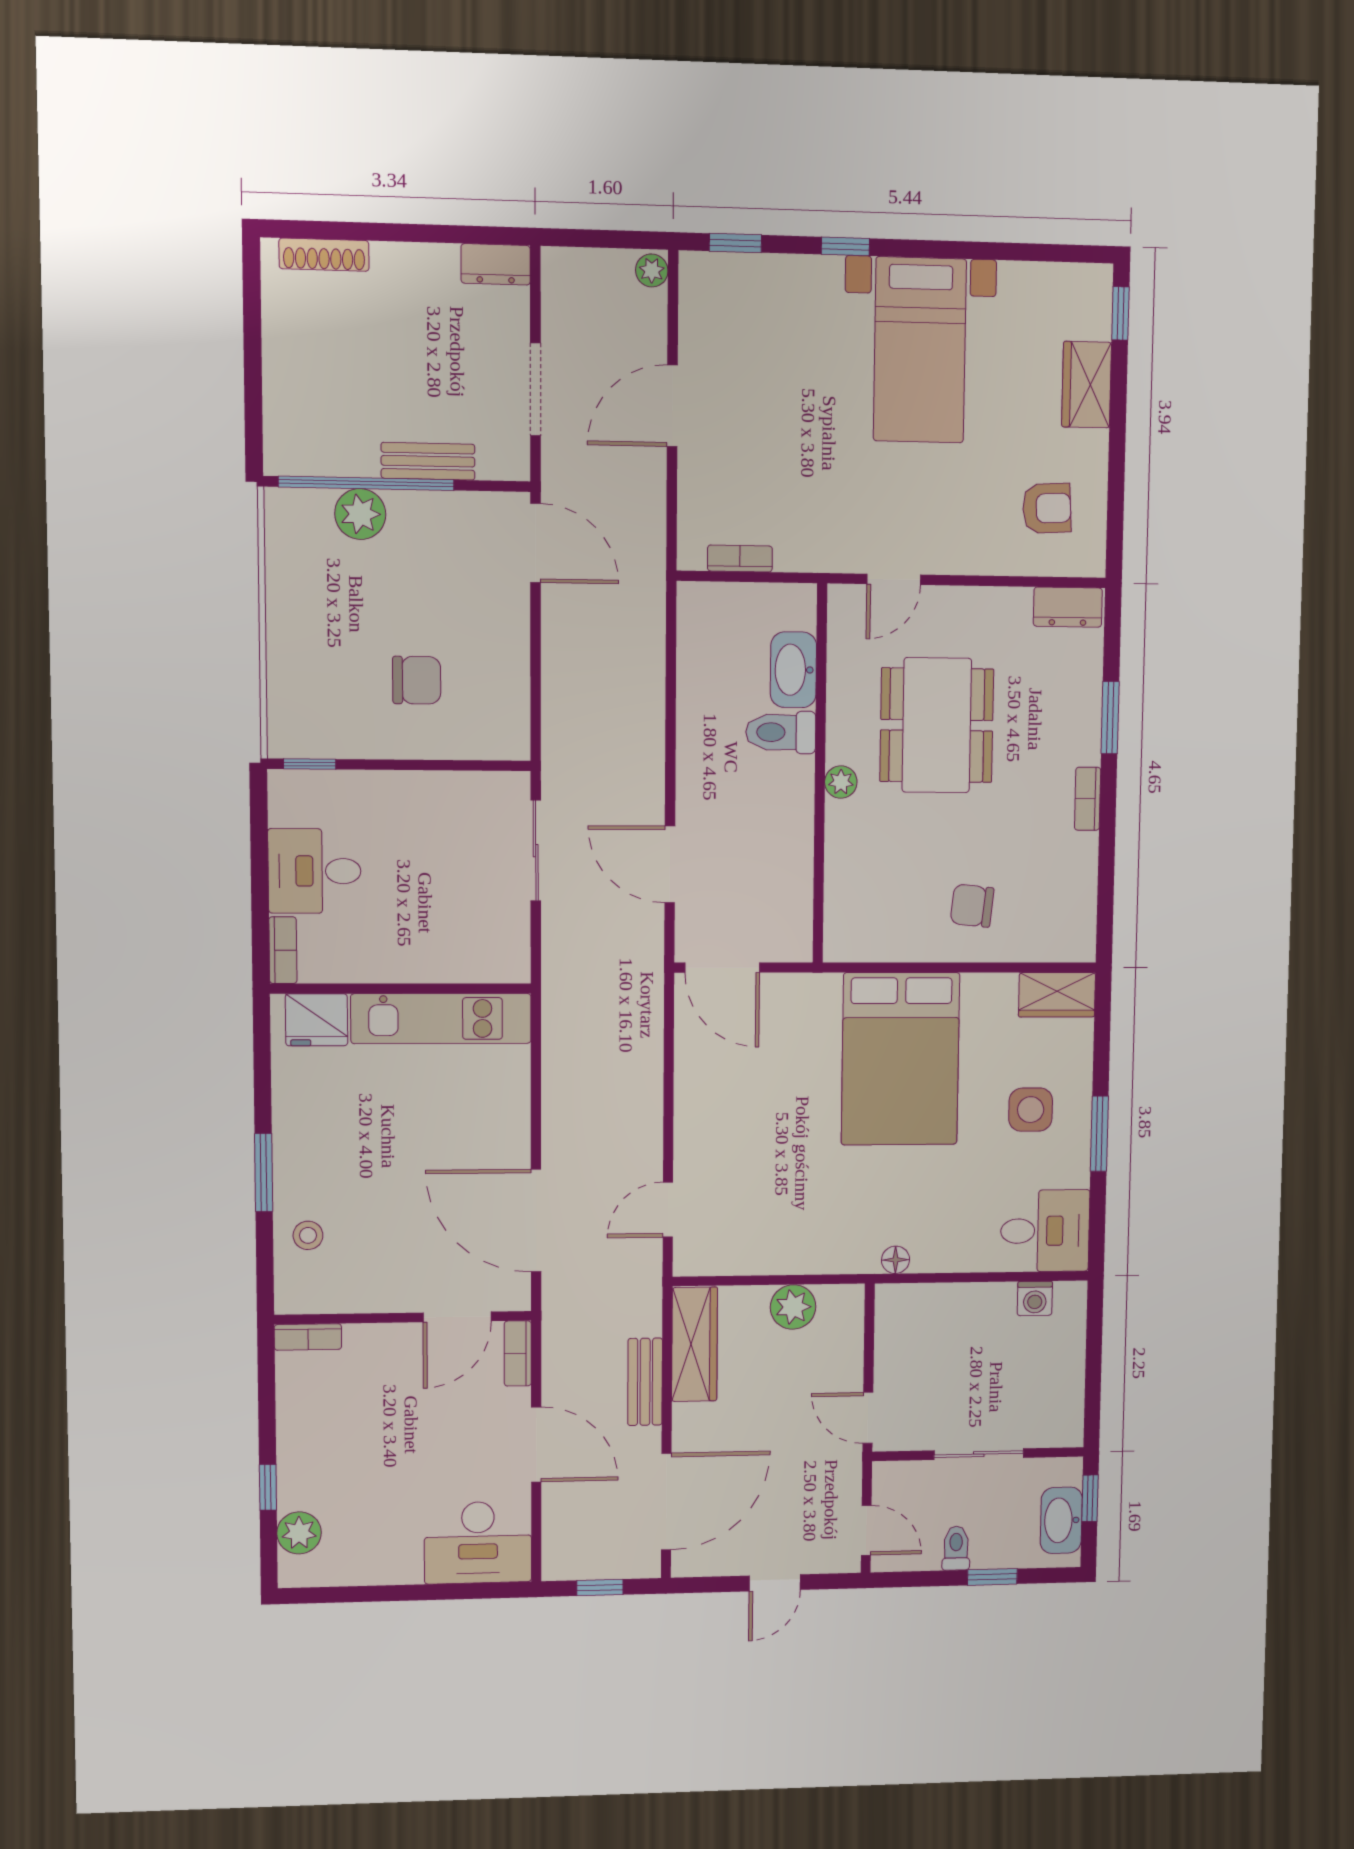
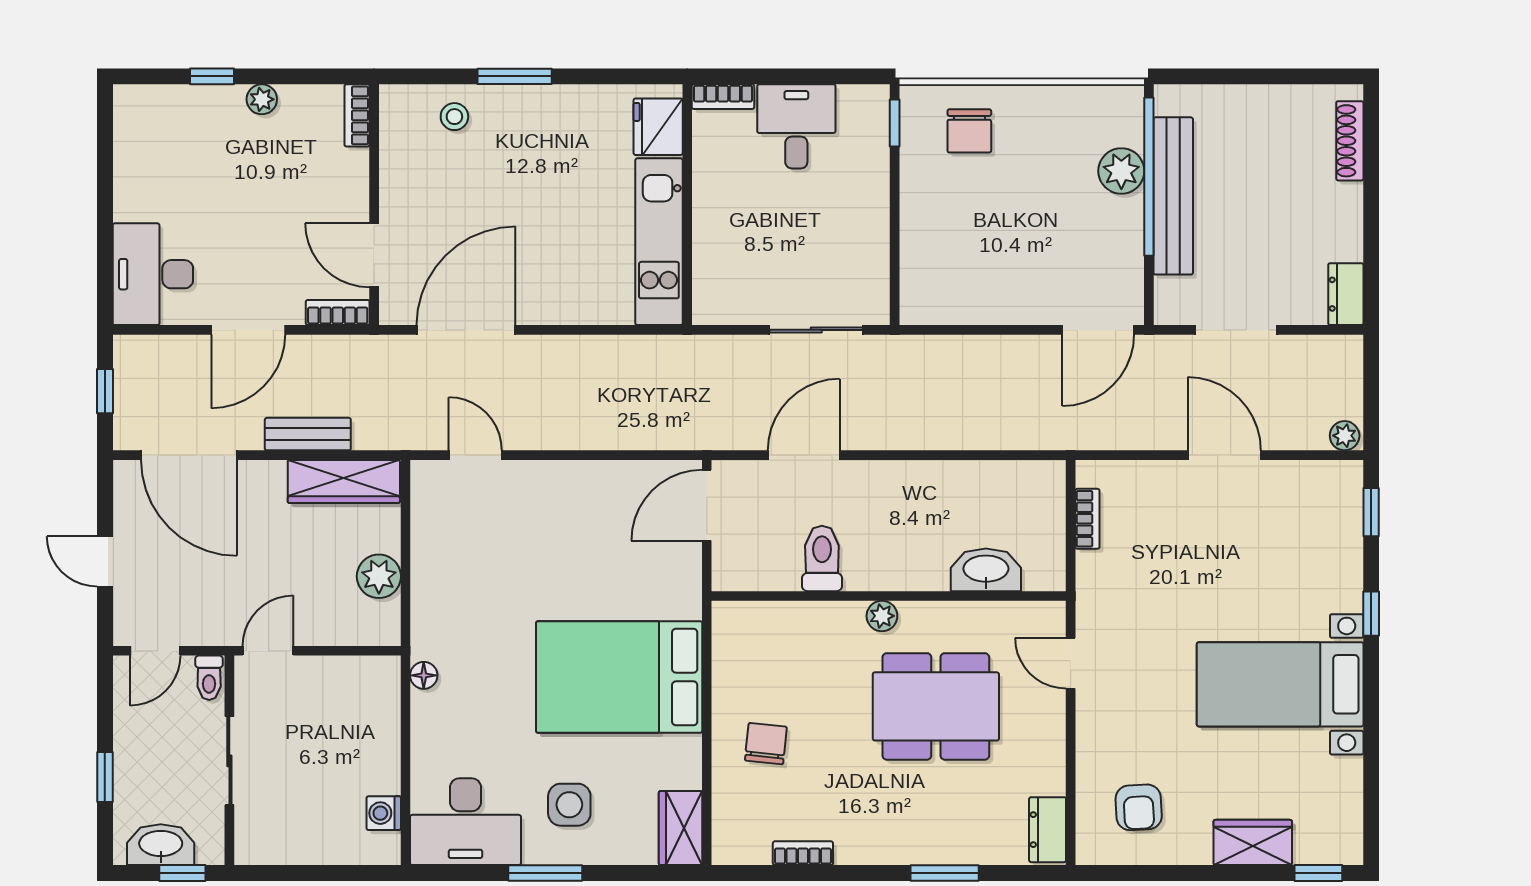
bench: (428, 461) -> (1173, 196), width x1.86, depth x1.21
chair: (417, 680) -> (969, 131), moved
toilet: (781, 732) -> (822, 558), moved
bookcase: (1088, 799) -> (803, 853), moved
desk: (1045, 1231) -> (465, 822), width x1.37
plant: (299, 1533) -> (262, 99), moved, width x0.73, depth x0.73
toilet: (956, 1548) -> (209, 678), moved, turned 90

